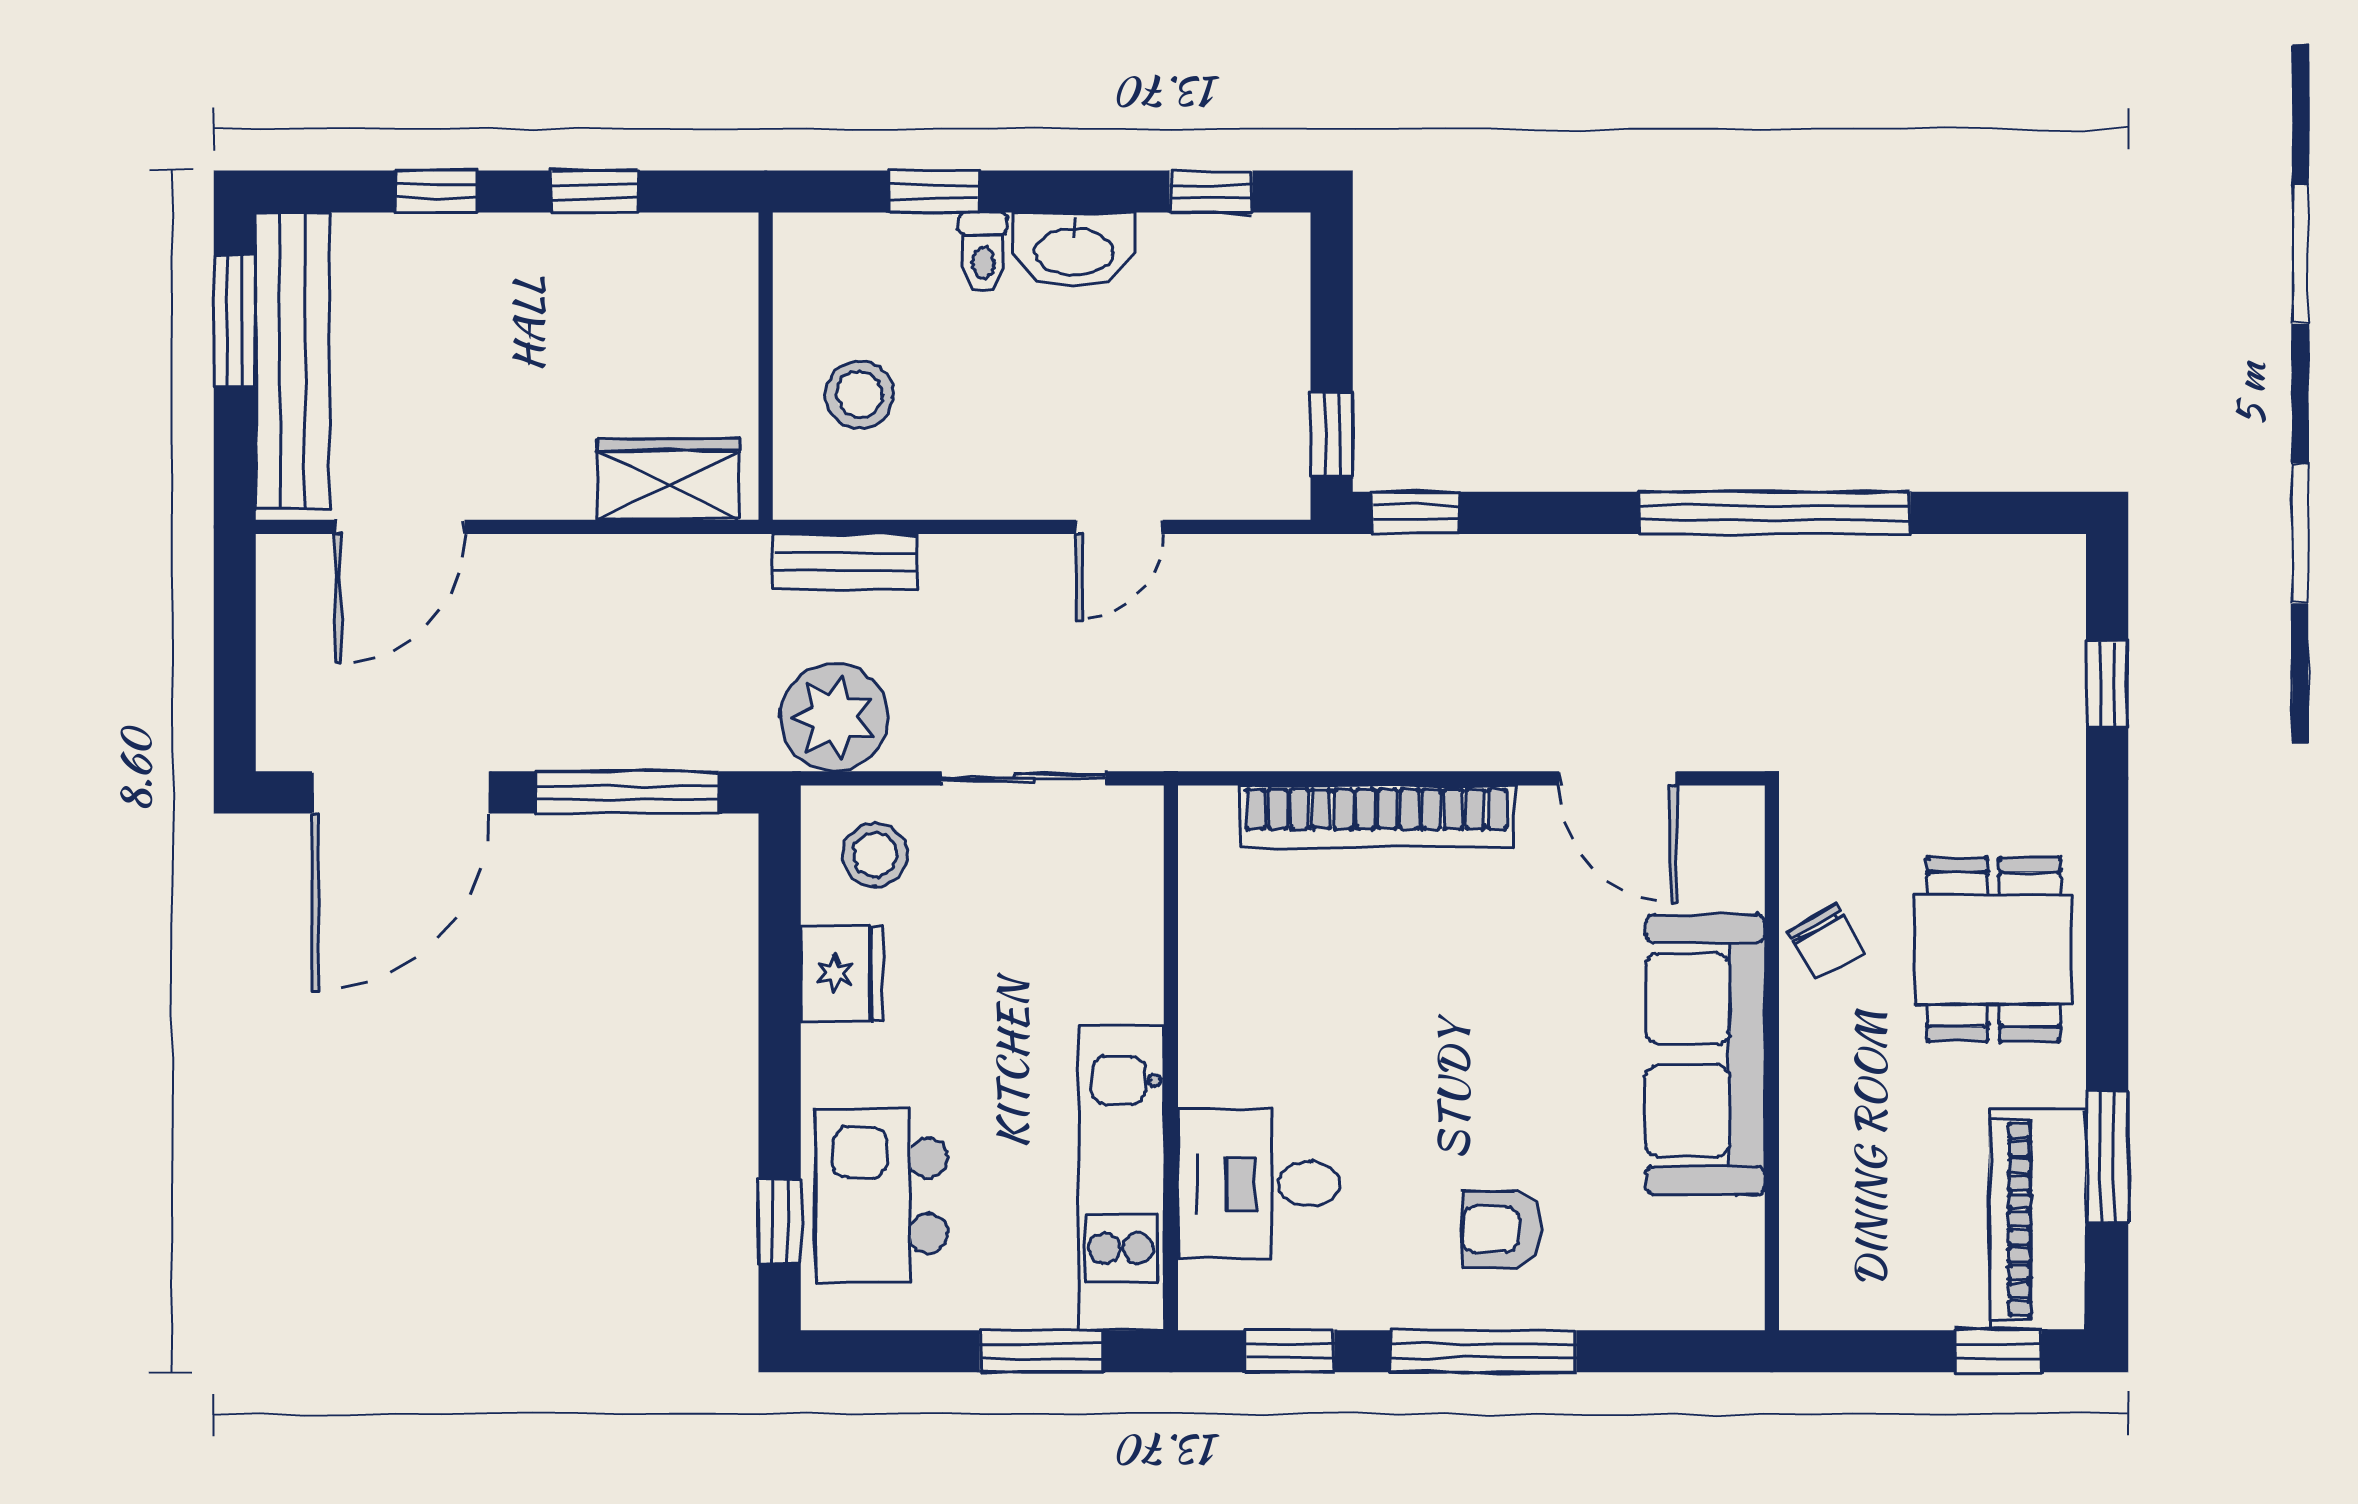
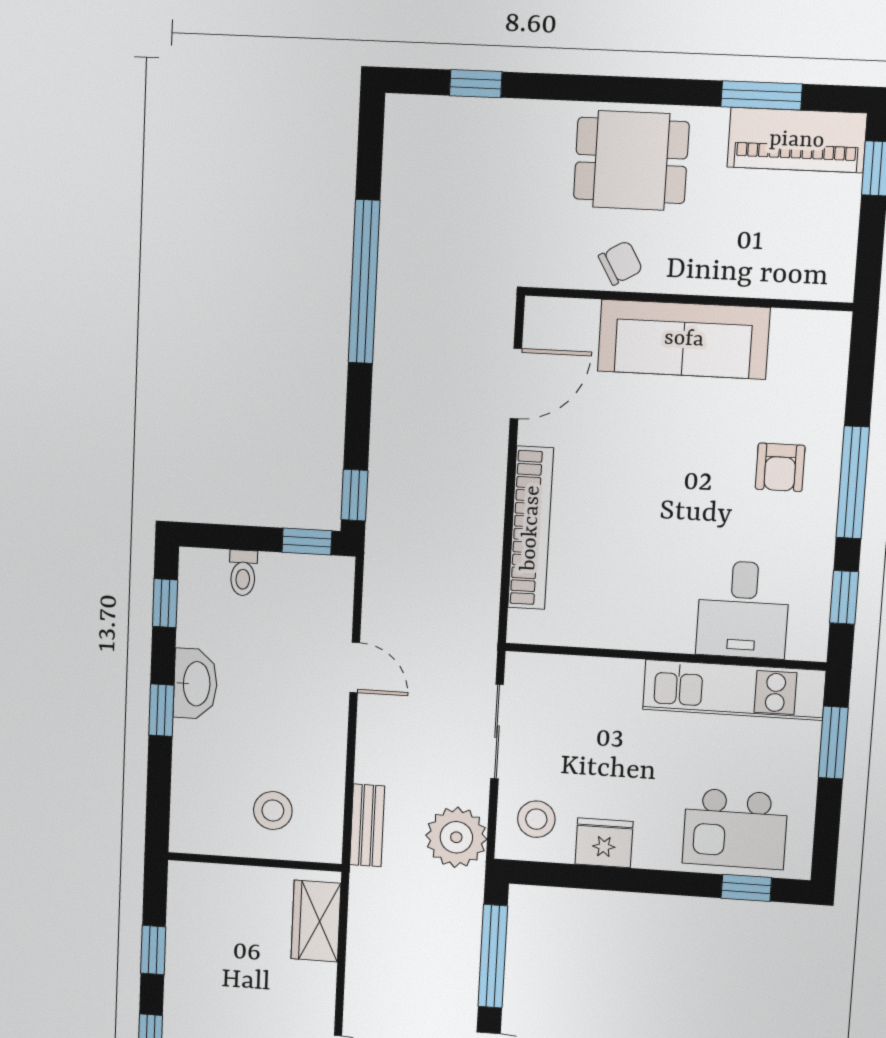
window: (934, 191) -> (161, 710), moved
toilet: (983, 252) -> (243, 573), moved, turned 90

